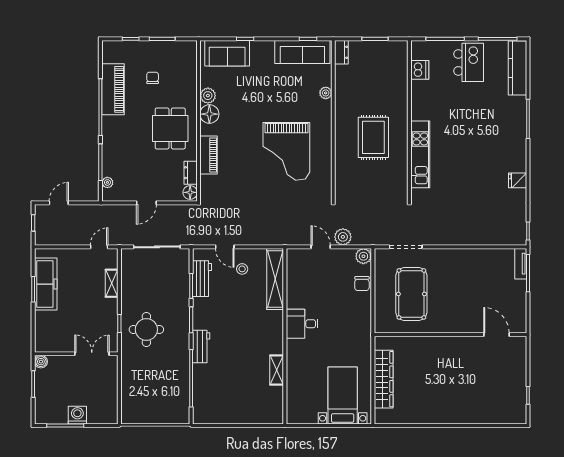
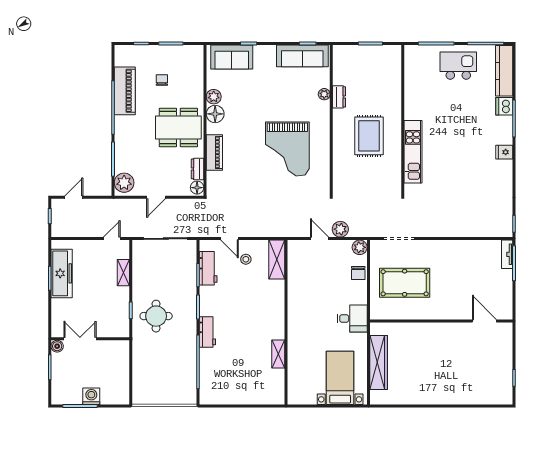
dresser: (341, 52) -> (339, 97), moved
kitchen island: (469, 62) -> (458, 66), turned -90
dishwasher: (420, 70) -> (504, 106), moved, turned 180
dining table: (170, 128) -> (178, 128), width x1.38
fridge: (518, 180) -> (504, 152), moved
plant: (107, 182) -> (124, 183), width x1.88, depth x1.88
shelving: (275, 279) -> (277, 260), width x0.68
pool table: (411, 294) -> (405, 283), turned 90
desk: (302, 324) -> (352, 318), moved, turned 180
double door: (92, 354) -> (80, 339), moved

